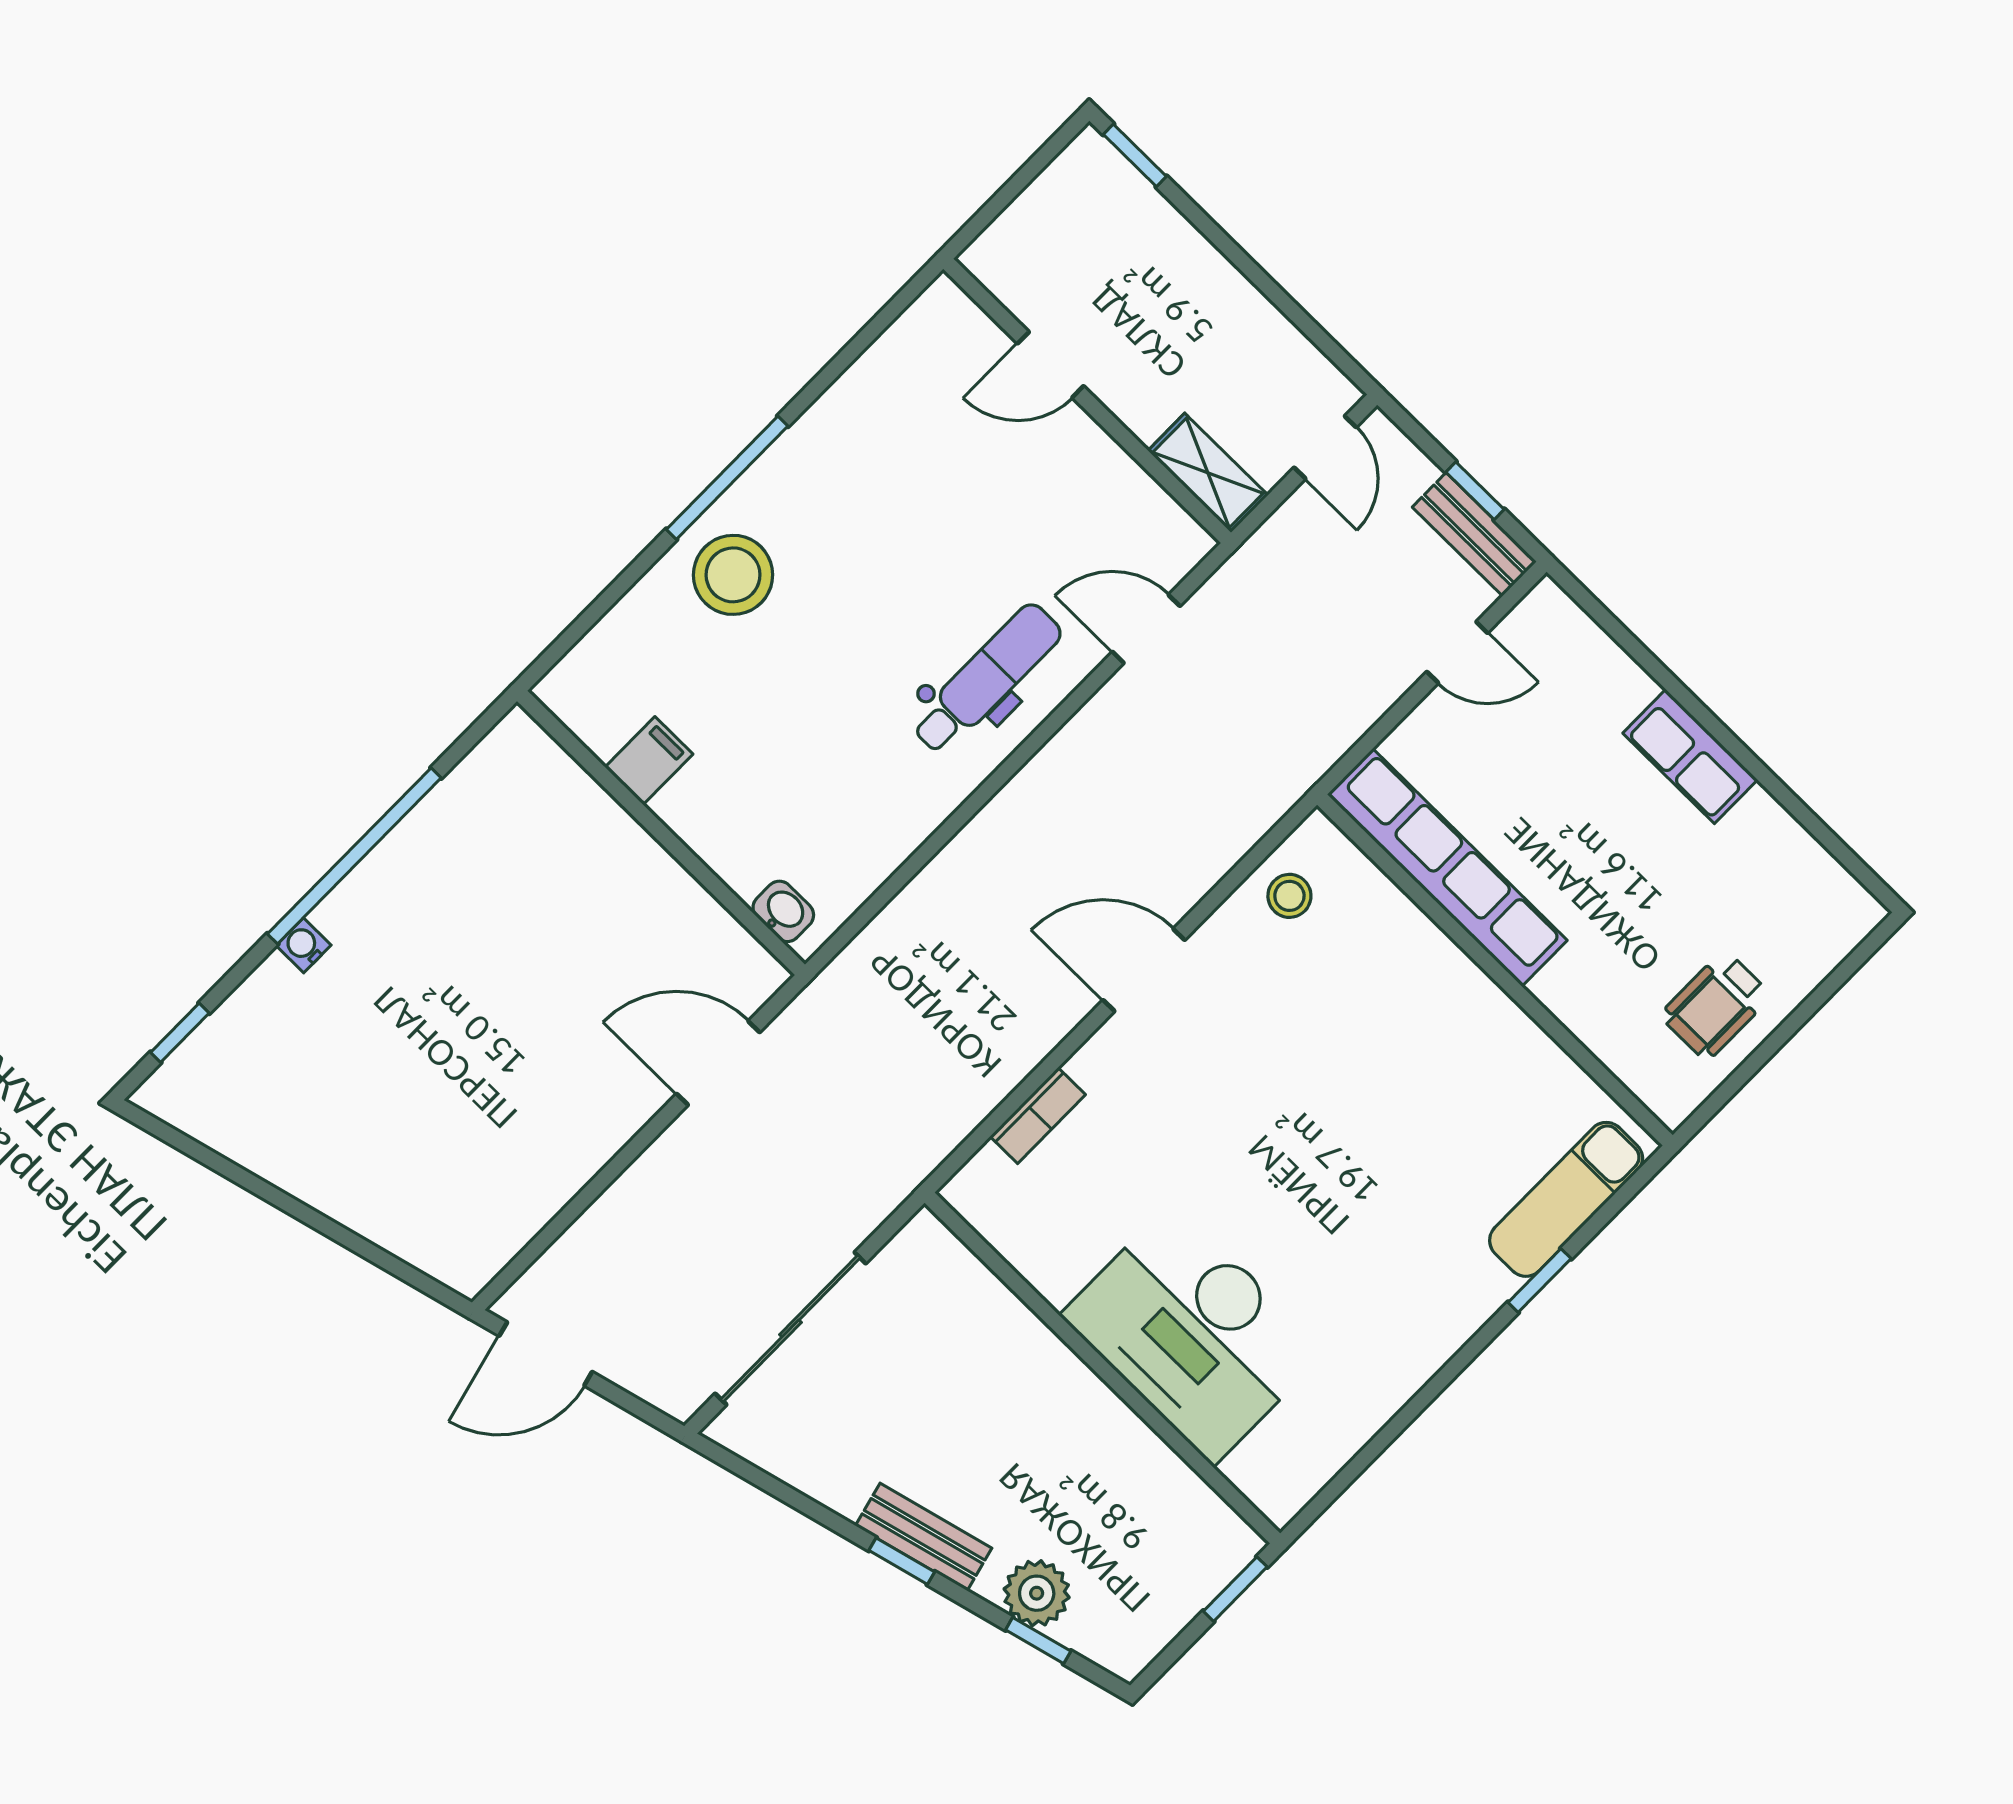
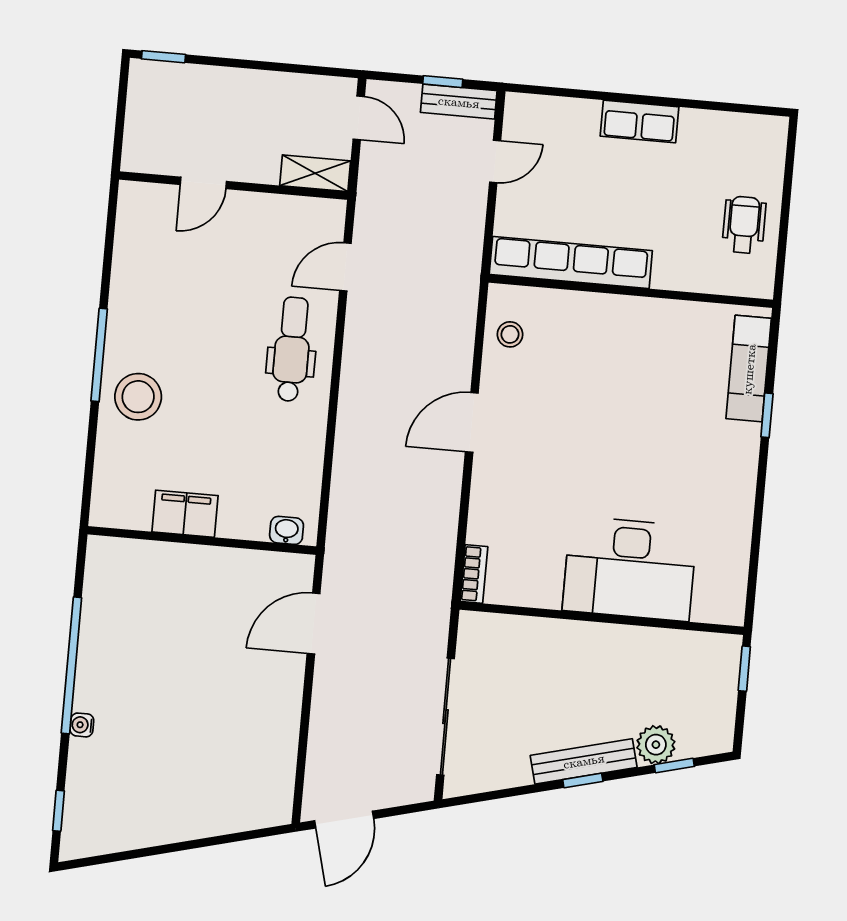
filing cabinet: (649, 761) -> (185, 514), width x2.00
wheelchair: (1716, 1005) -> (744, 225), turned 180
bookcase: (1038, 1116) -> (474, 574), moved
bench: (924, 1537) -> (584, 761), width x1.36

